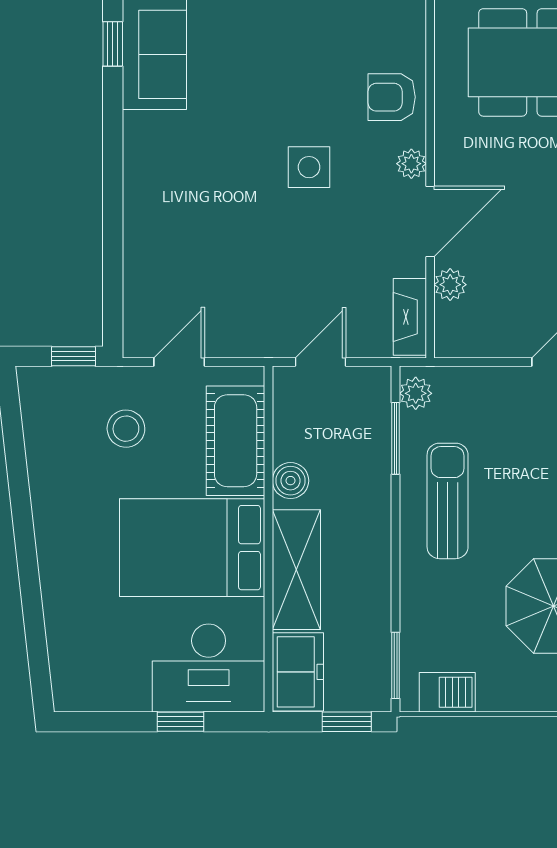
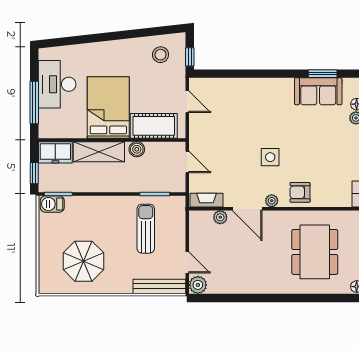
window: (113, 44) -> (323, 74), width x1.50
armchair: (392, 97) -> (300, 192), turned -90
plant: (416, 393) -> (174, 203), removed
stool: (126, 429) -> (161, 55), moved
sun lounger: (448, 501) -> (146, 229), moved, turned -90
desk: (209, 668) -> (57, 84), moved
barbecue: (447, 692) -> (52, 204), moved, turned 90
window: (181, 722) -> (34, 102), width x2.17

